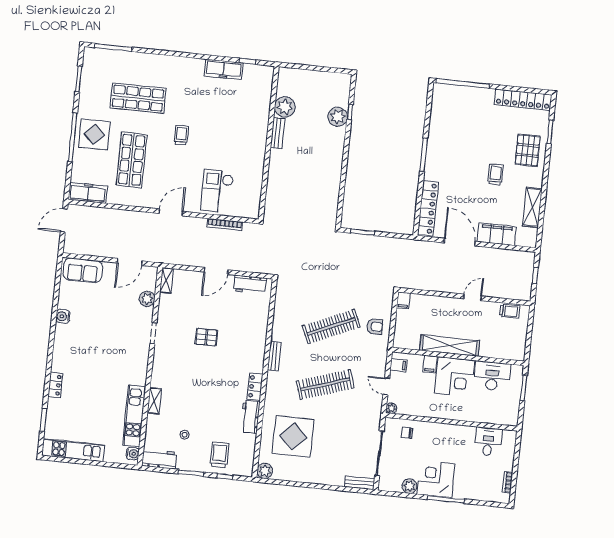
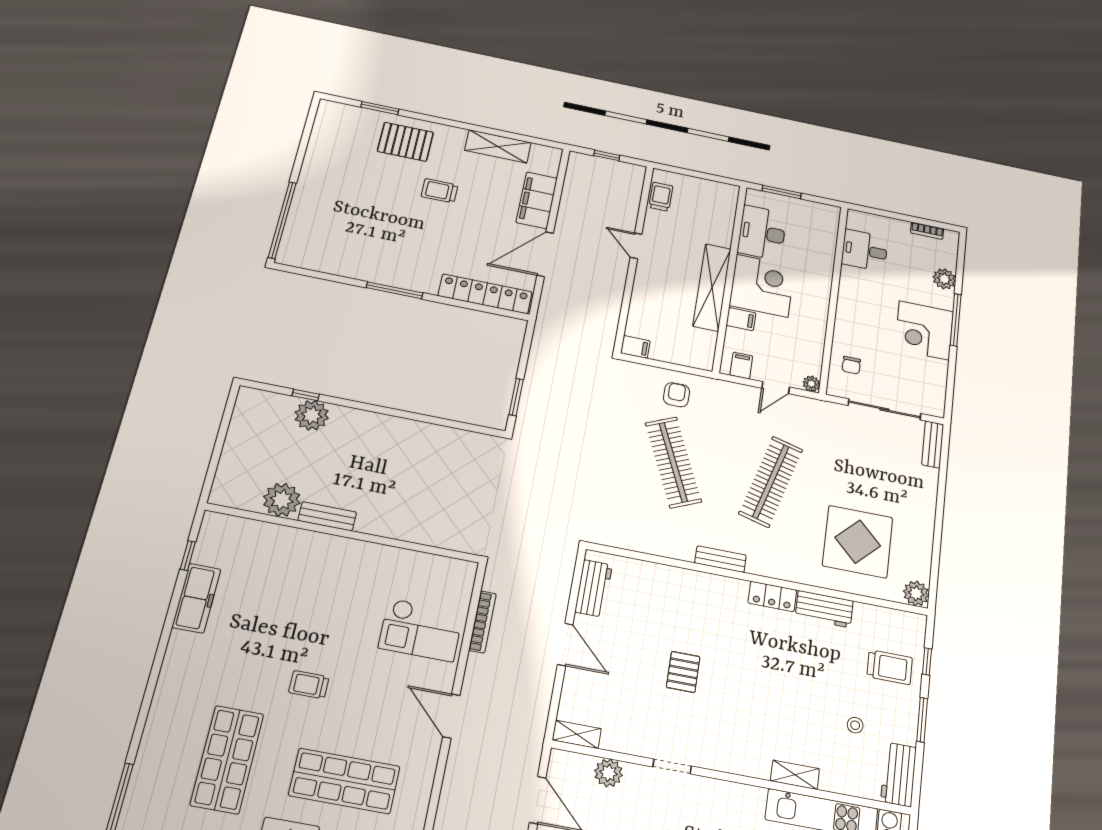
locker: (523, 100) -> (322, 138), removed
clothes rail: (325, 384) -> (771, 482), turned 33
trolley: (220, 455) -> (890, 667), turned 180
plant: (409, 486) -> (944, 279), moved

